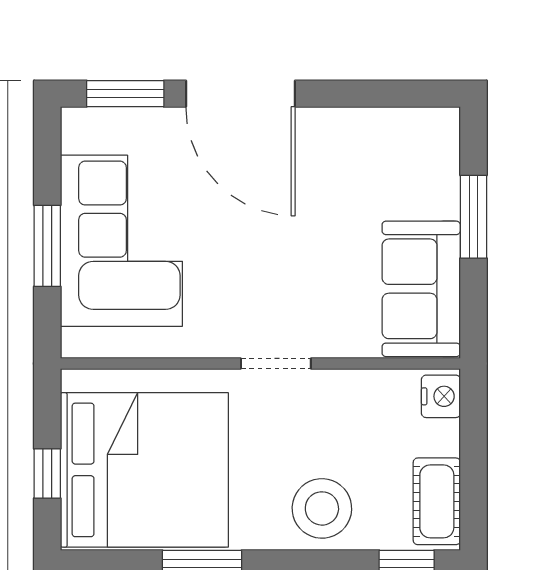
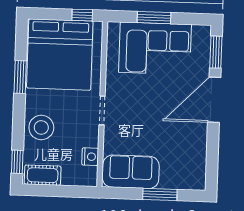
nightstand: (441, 396) -> (90, 157), moved, turned -90
window: (47, 473) -> (82, 15), moved

